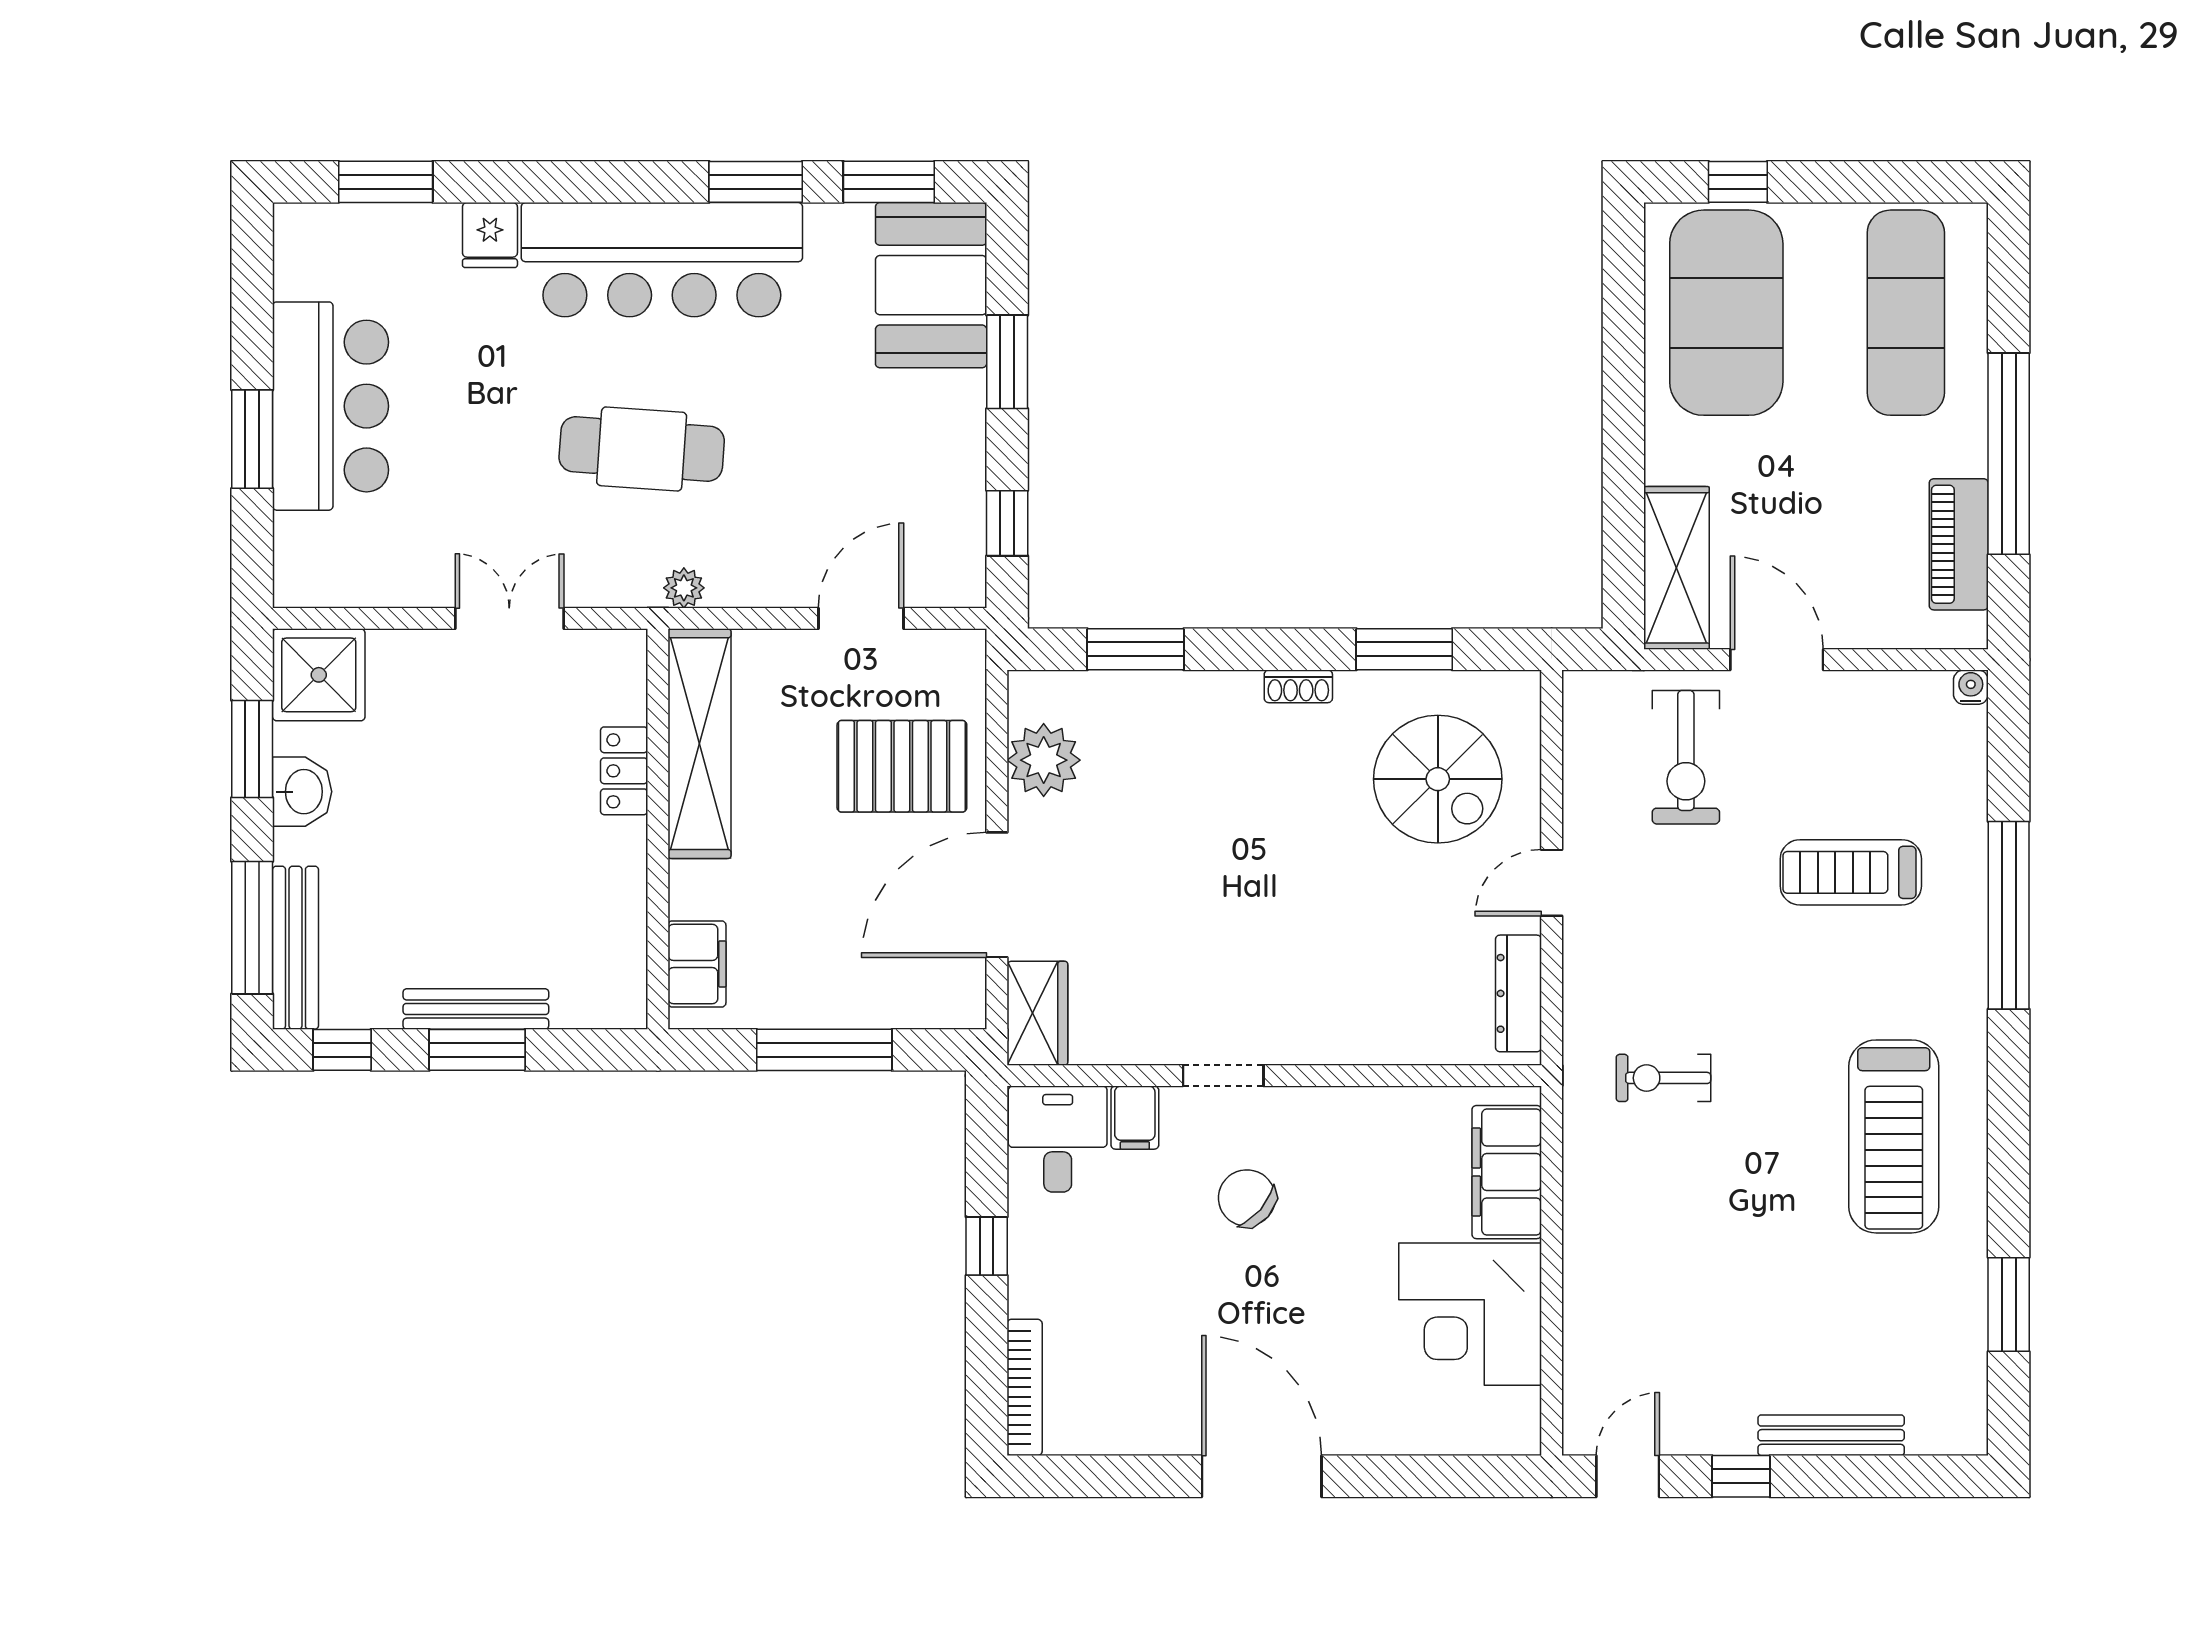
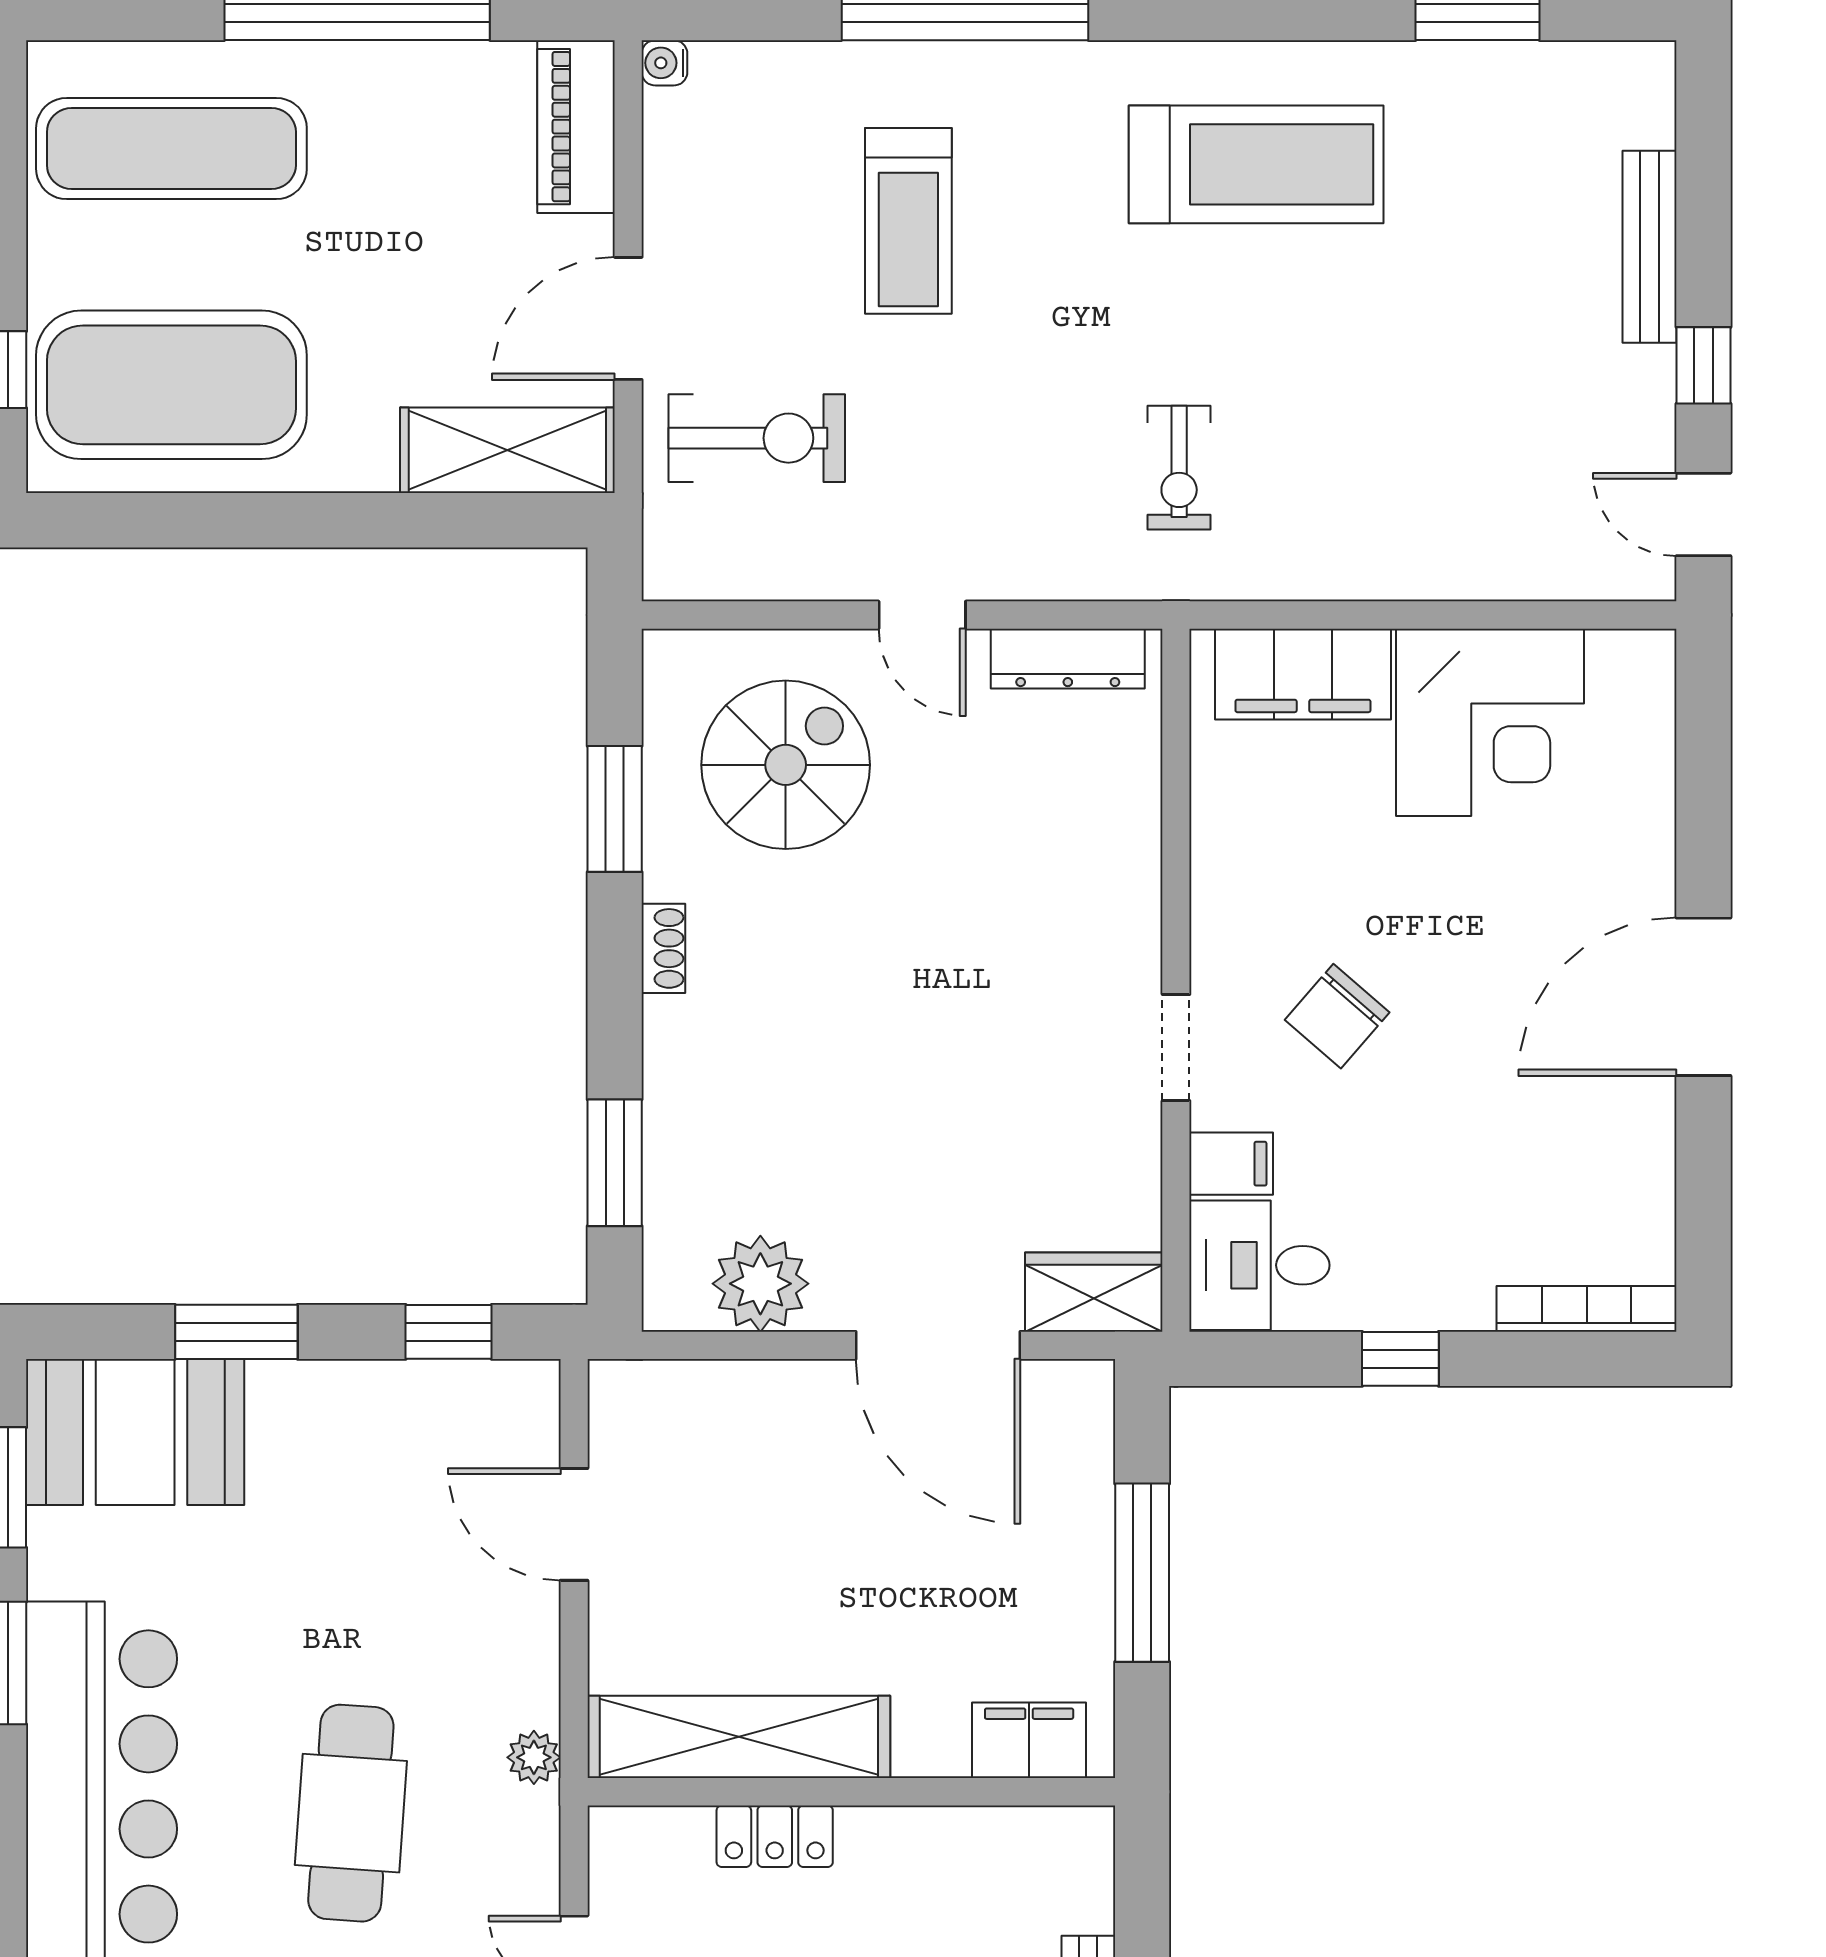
piano: (1959, 544) -> (576, 127), moved, turned 90
pallet: (902, 766) -> (769, 1470), removed

